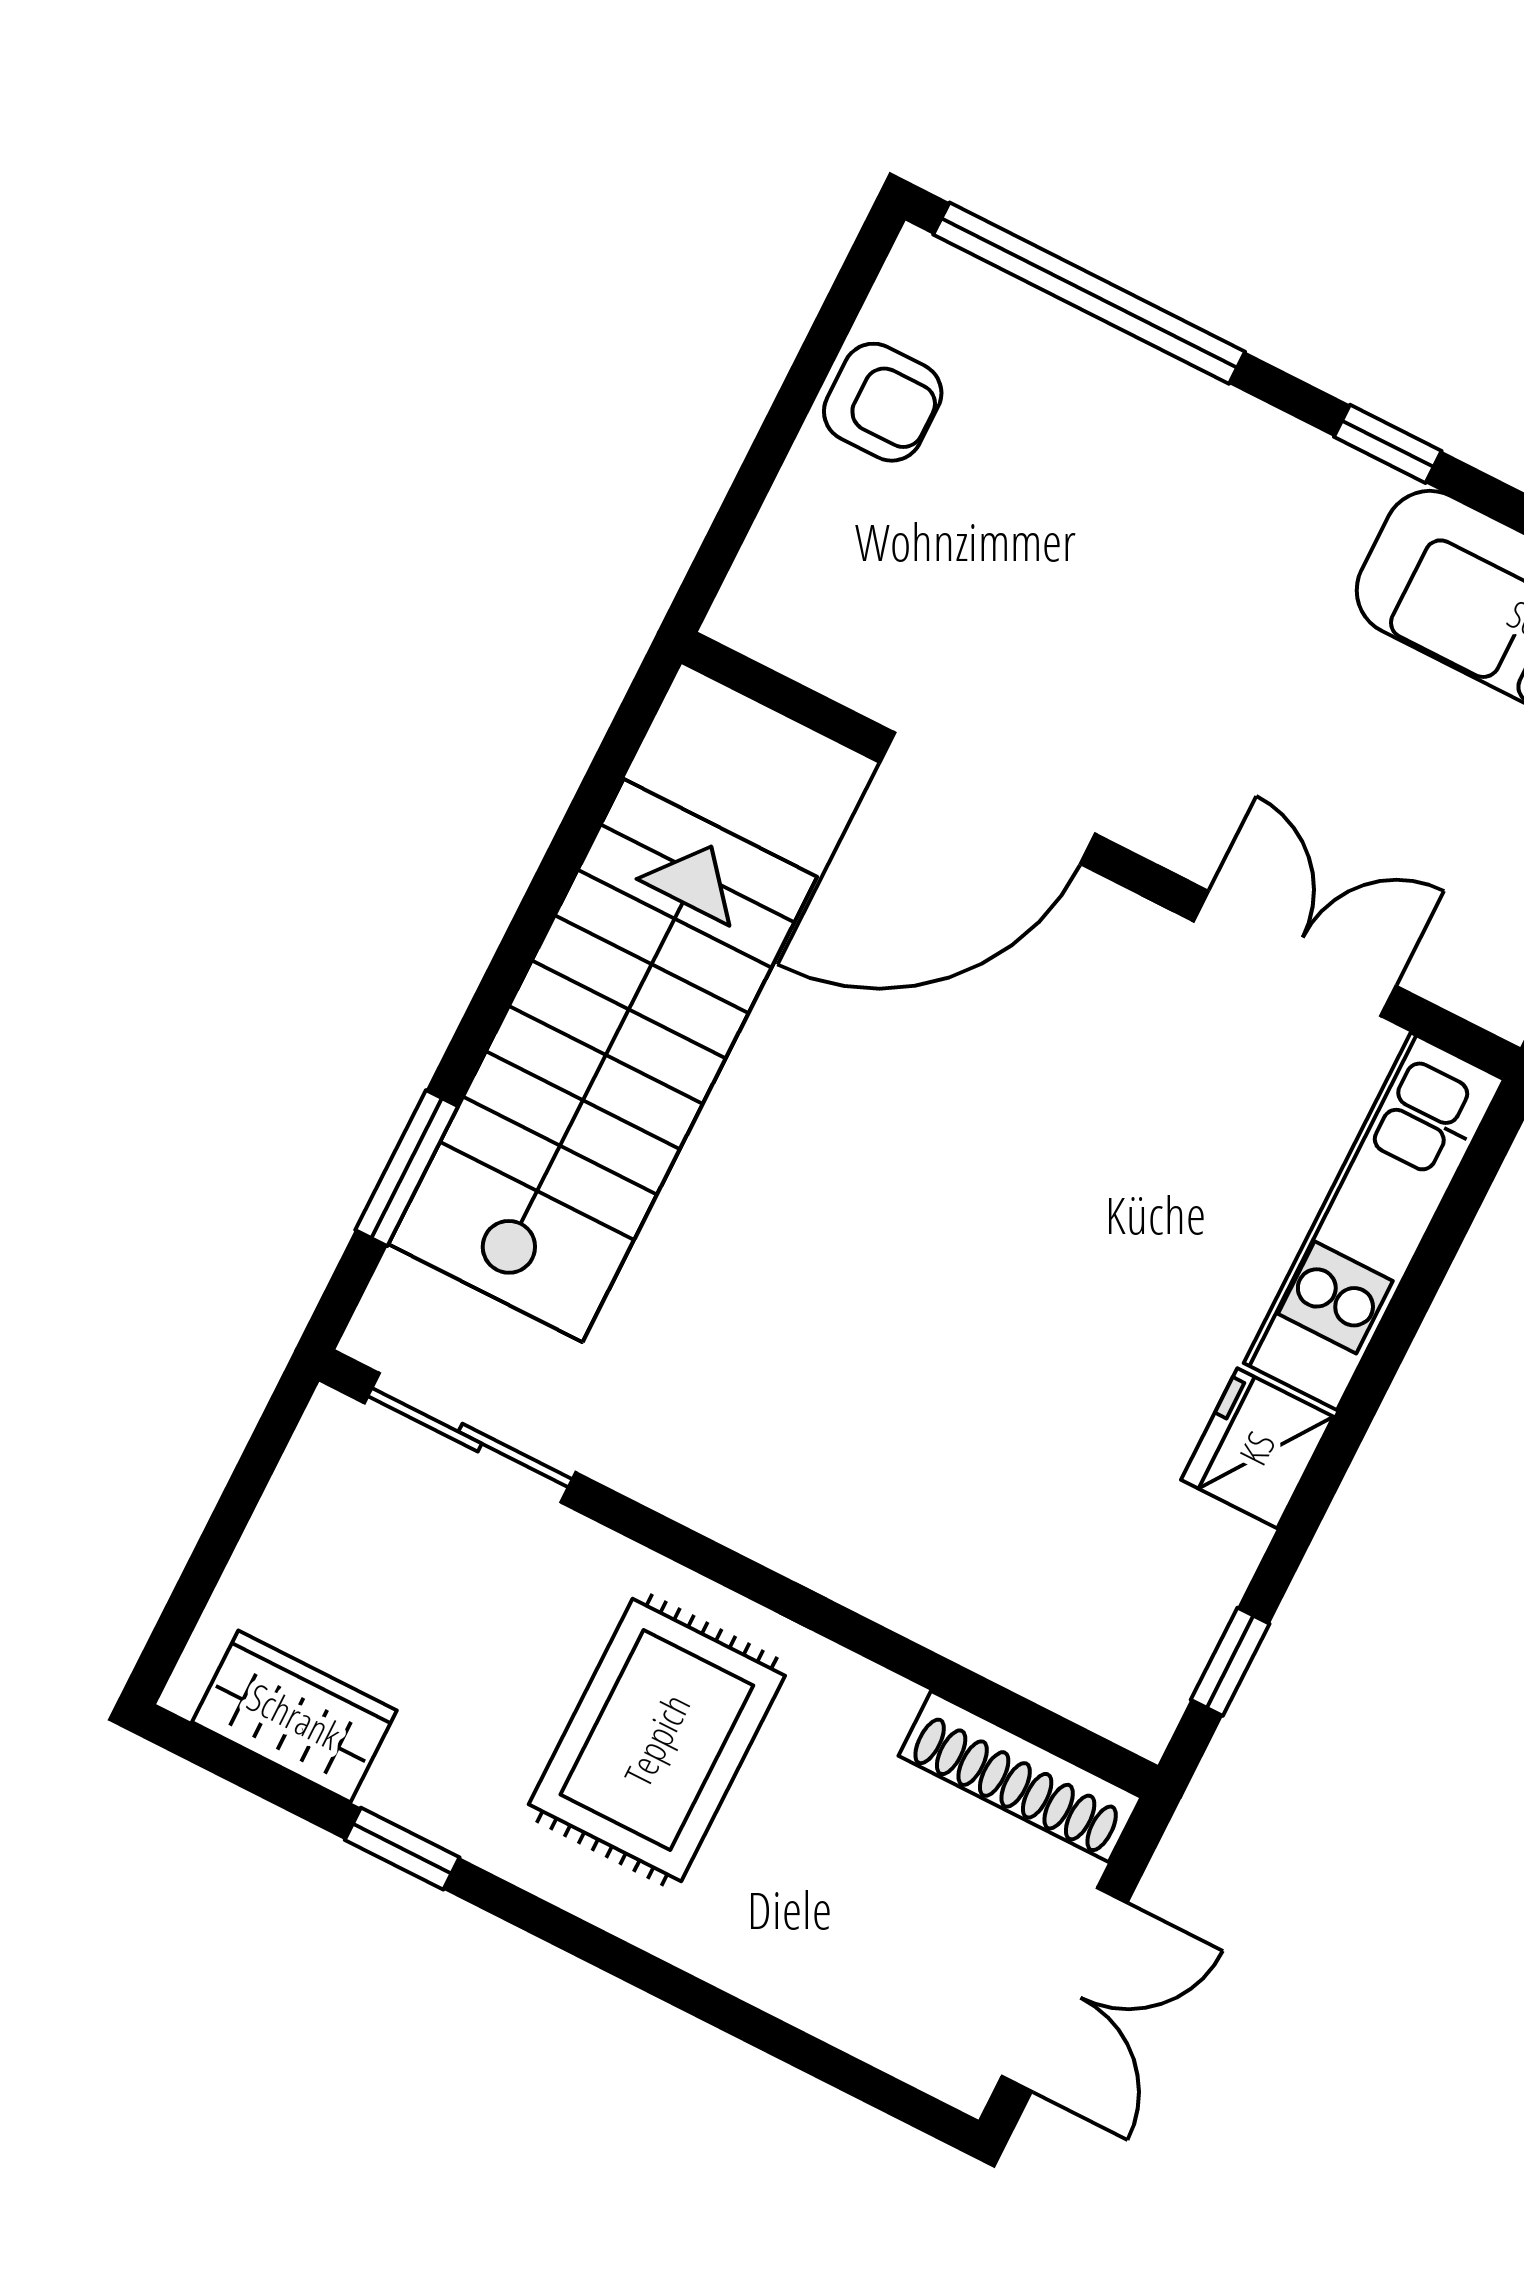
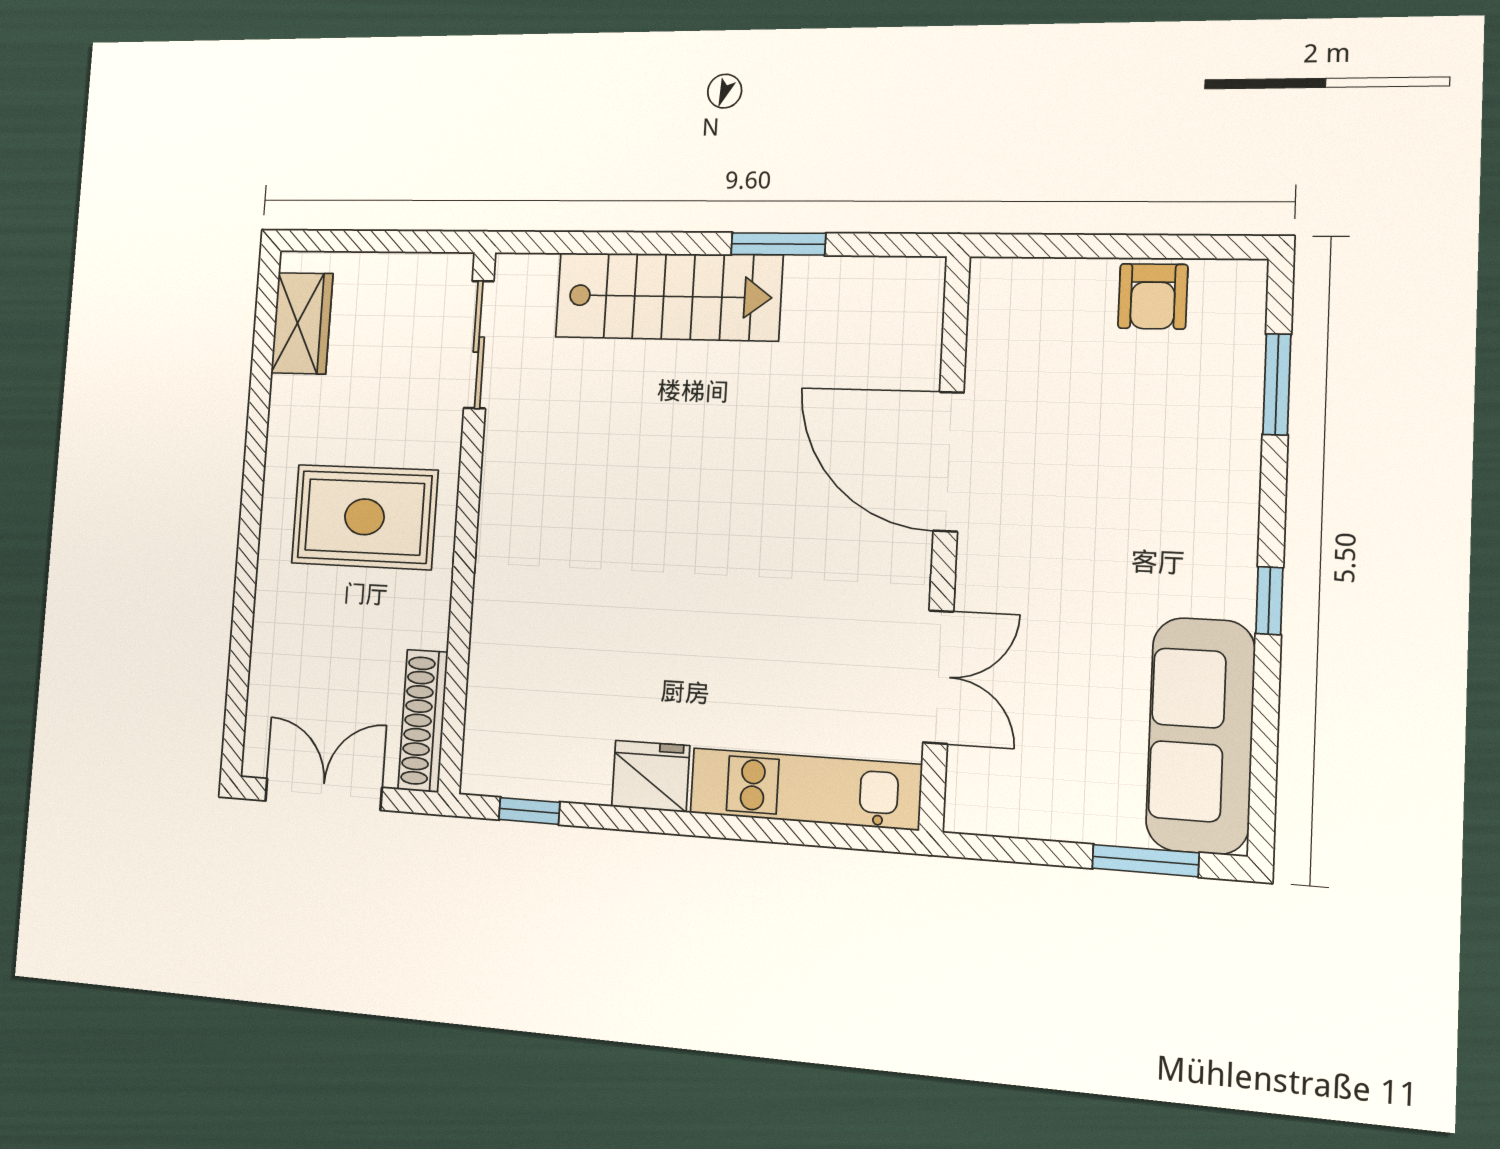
window: (1089, 293) -> (1277, 384), width x0.47
stairs: (603, 1061) -> (668, 296), width x0.73, depth x0.66
window: (407, 1168) -> (778, 244), moved
window: (402, 1849) -> (259, 411), removed
double door: (1065, 1990) -> (323, 794), swing flipped

